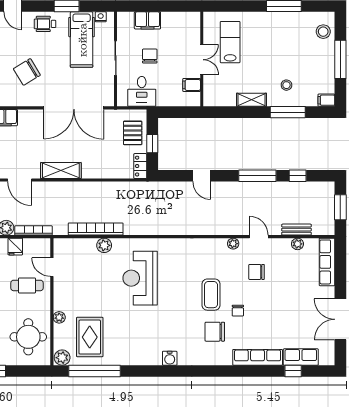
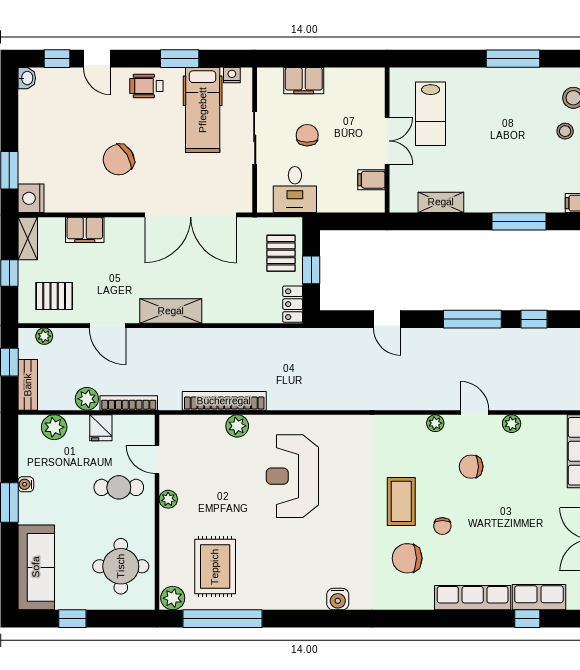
lab bench: (230, 42) -> (431, 114), turned 180
stool: (286, 85) -> (565, 131), moved
shelving: (252, 100) -> (441, 202), moved
bench: (296, 230) -> (532, 402), removed
plant: (297, 244) -> (512, 424), moved
plant: (59, 317) -> (168, 499), moved

